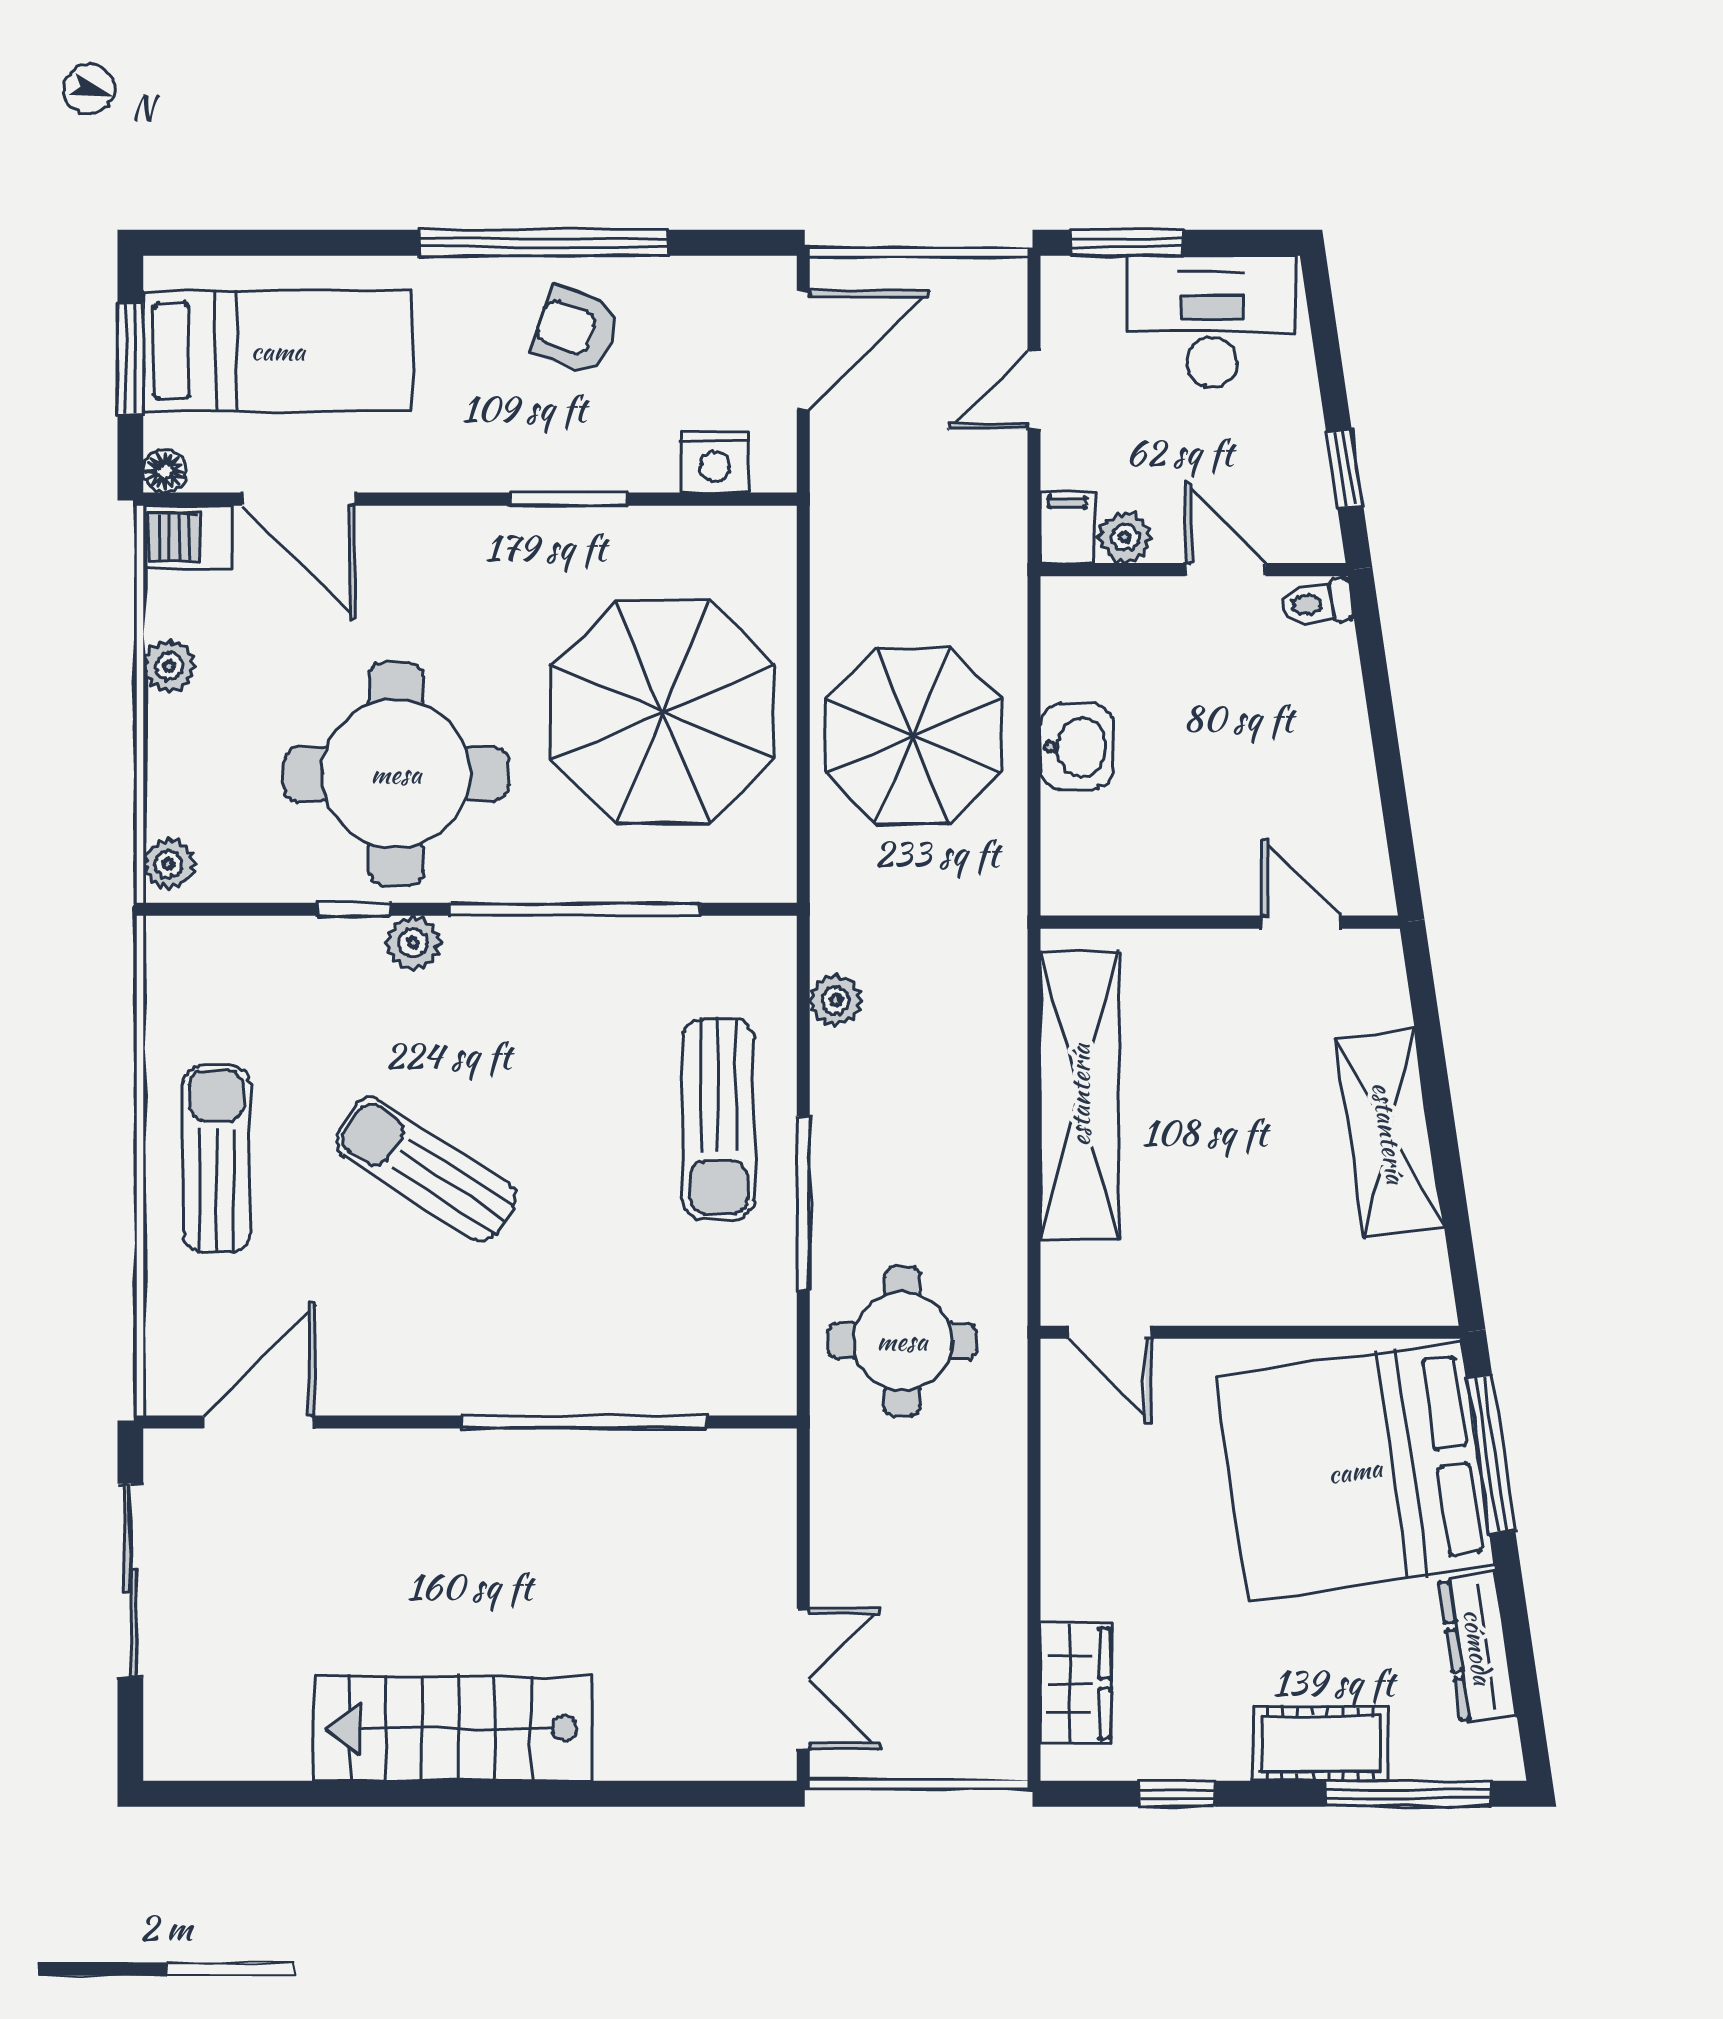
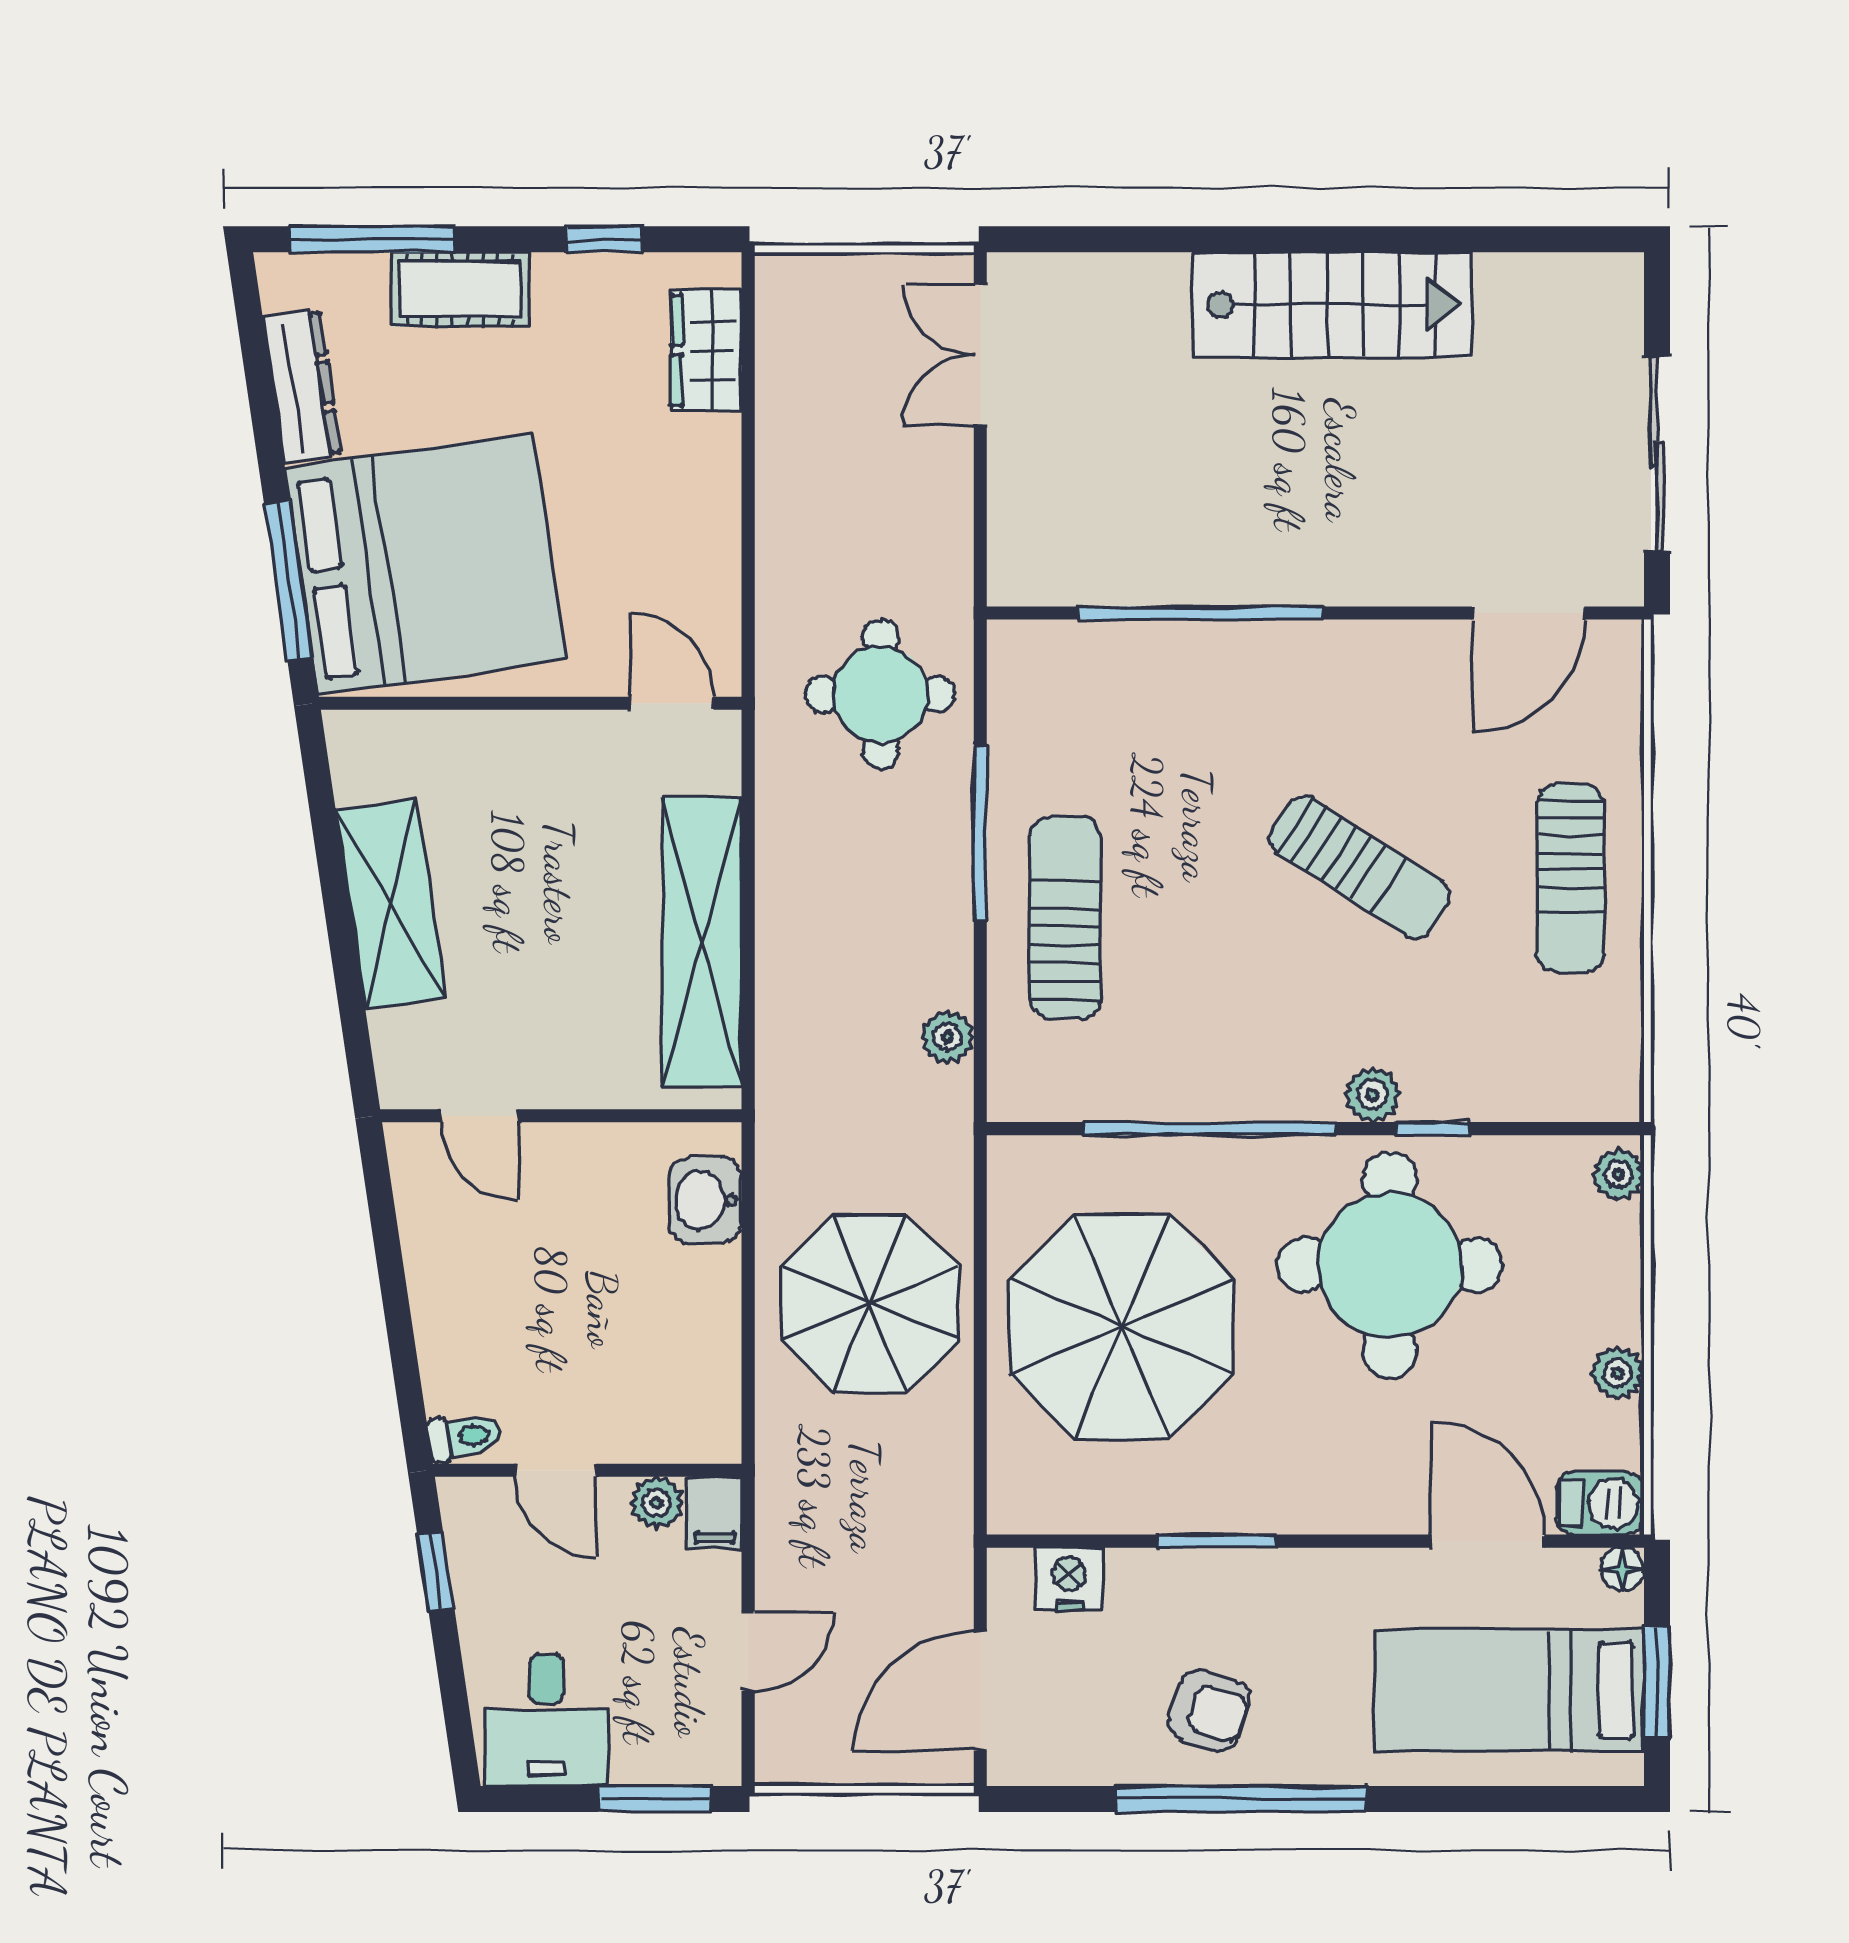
desk: (1212, 321) -> (546, 1720), width x0.73
washbasin: (1077, 747) -> (705, 1200), moved

